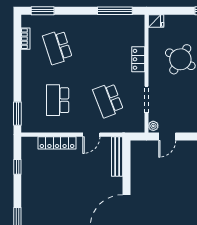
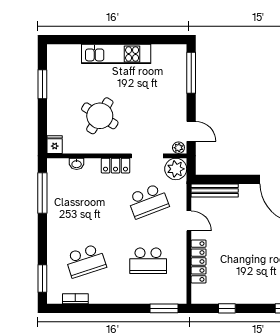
washbasin: (140, 40) -> (77, 164), added
locker: (138, 59) -> (116, 166), moved
plant: (135, 124) -> (176, 169), added

